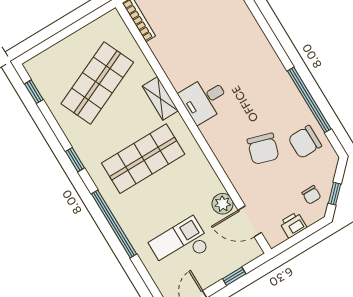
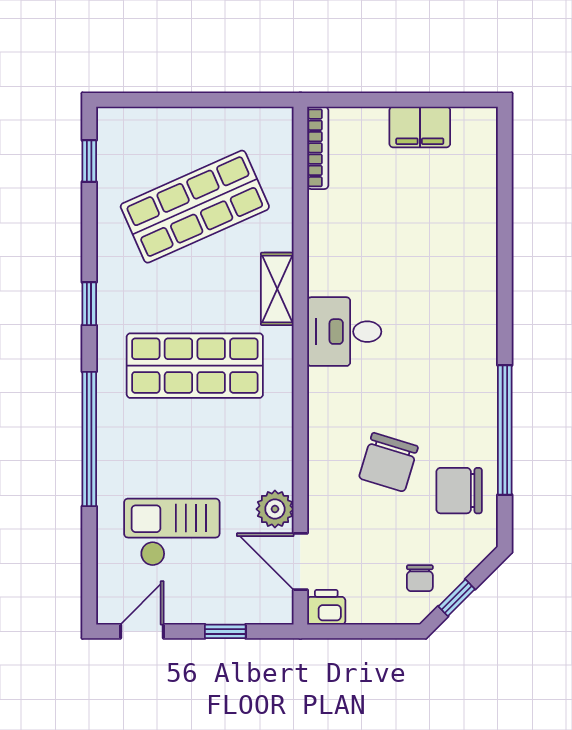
printer: (293, 225) -> (326, 607), moved

